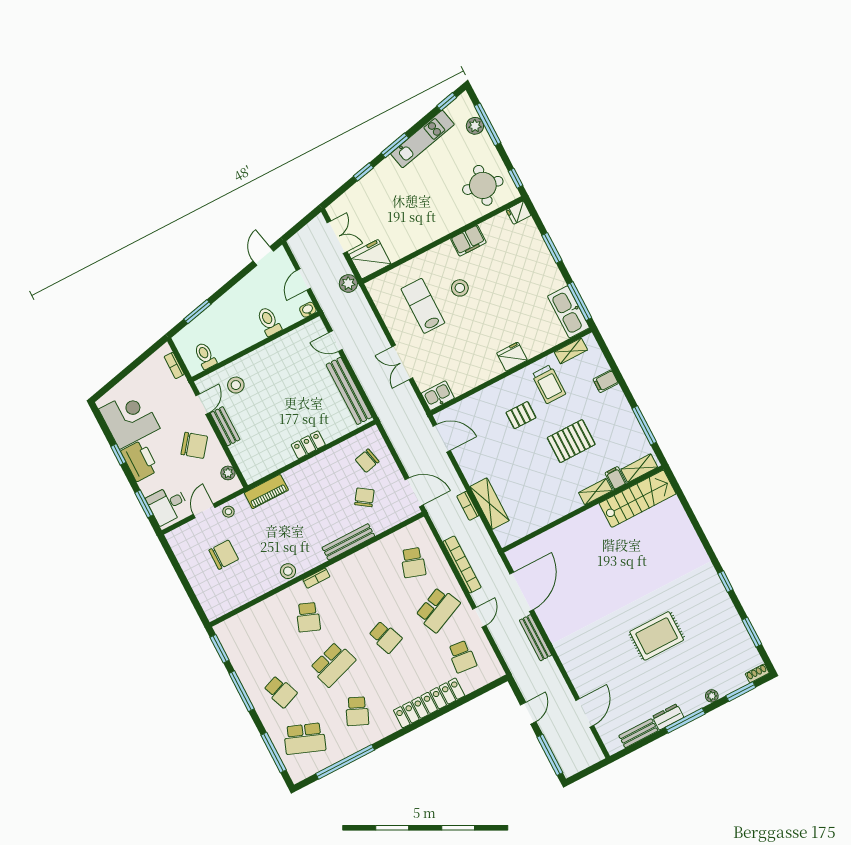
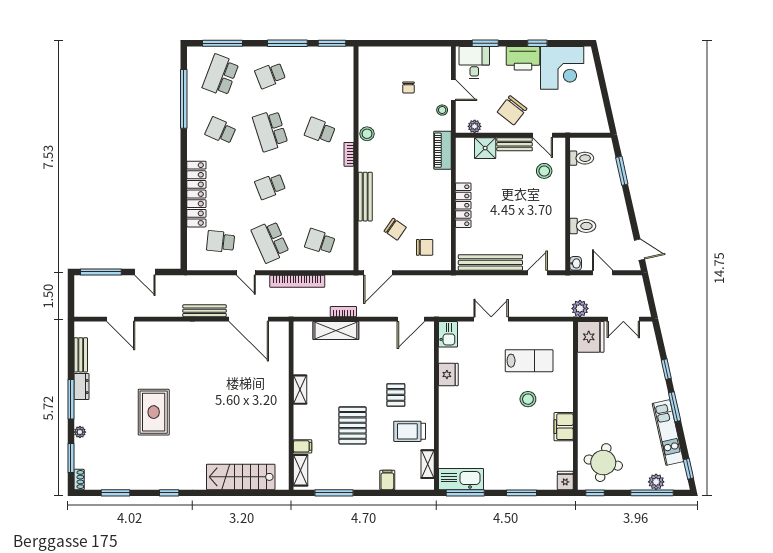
fridge: (512, 357) -> (448, 374), moved
bookcase: (174, 366) -> (587, 128), removed
locker: (308, 445) -> (463, 205), width x1.53
shower: (243, 452) -> (485, 148), added
chair: (367, 461) -> (425, 247), turned 103
shelving: (595, 492) -> (300, 390), moved
stairs: (638, 499) -> (241, 477), moved, turned 90
chair: (224, 555) -> (408, 87), width x0.54, depth x0.54

